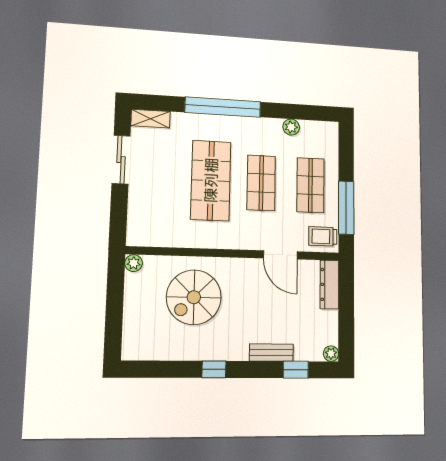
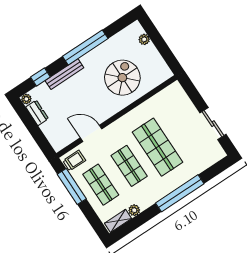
shelving: (151, 119) -> (118, 221), moved
plant: (134, 263) -> (144, 39), moved
dresser: (329, 285) -> (37, 113), moved, width x0.70
bench: (271, 353) -> (64, 74), width x1.36
window: (214, 369) -> (85, 47), width x3.17

